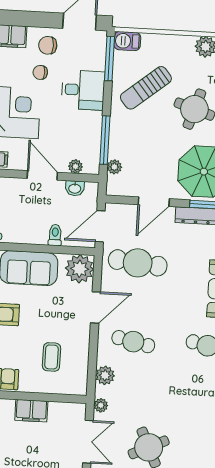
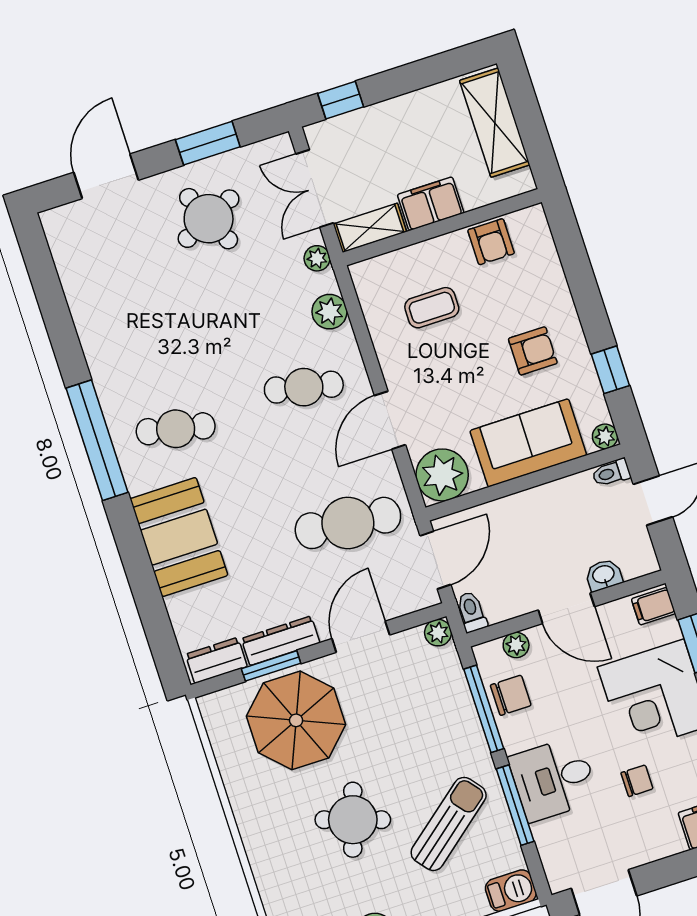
chair: (48, 45) -> (511, 695), moved
window: (109, 59) -> (515, 805), moved
plant: (114, 167) -> (438, 633), moved
washbasin: (75, 188) -> (604, 575), moved
toilet: (55, 235) -> (472, 612), moved, turned 180
coffee table: (52, 357) -> (432, 308), turned 90
shelving: (67, 410) -> (370, 228), added

